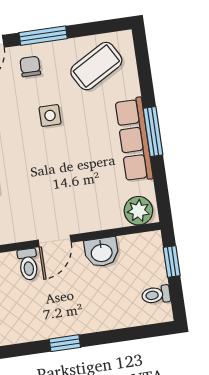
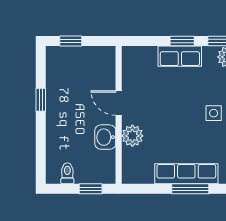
plant: (138, 211) -> (132, 136), moved
toilet: (28, 264) -> (104, 81), removed

